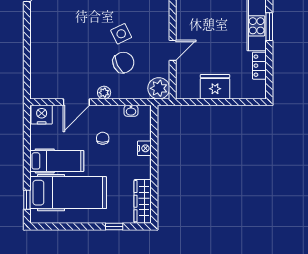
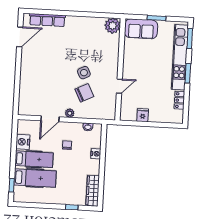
fridge: (215, 87) -> (143, 115), width x0.53, depth x0.75
plant: (159, 88) -> (108, 112), removed
nightstand: (42, 115) -> (23, 142), moved, turned -90
hospital bed: (68, 193) -> (35, 178), width x0.73, depth x0.78

